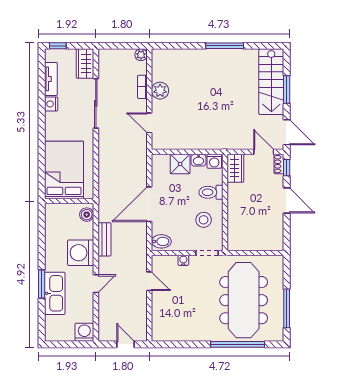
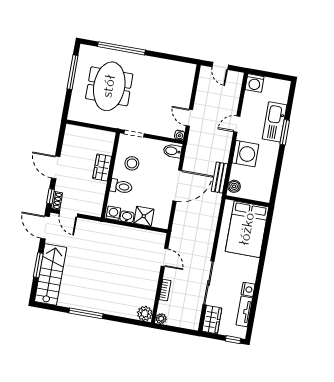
plant: (160, 91) -> (145, 313), moved
wardrobe: (235, 168) -> (102, 167), moved
bench: (104, 239) -> (219, 178), moved
water cooler: (183, 260) -> (180, 135), moved
meeting table: (244, 300) -> (109, 86), width x0.73

